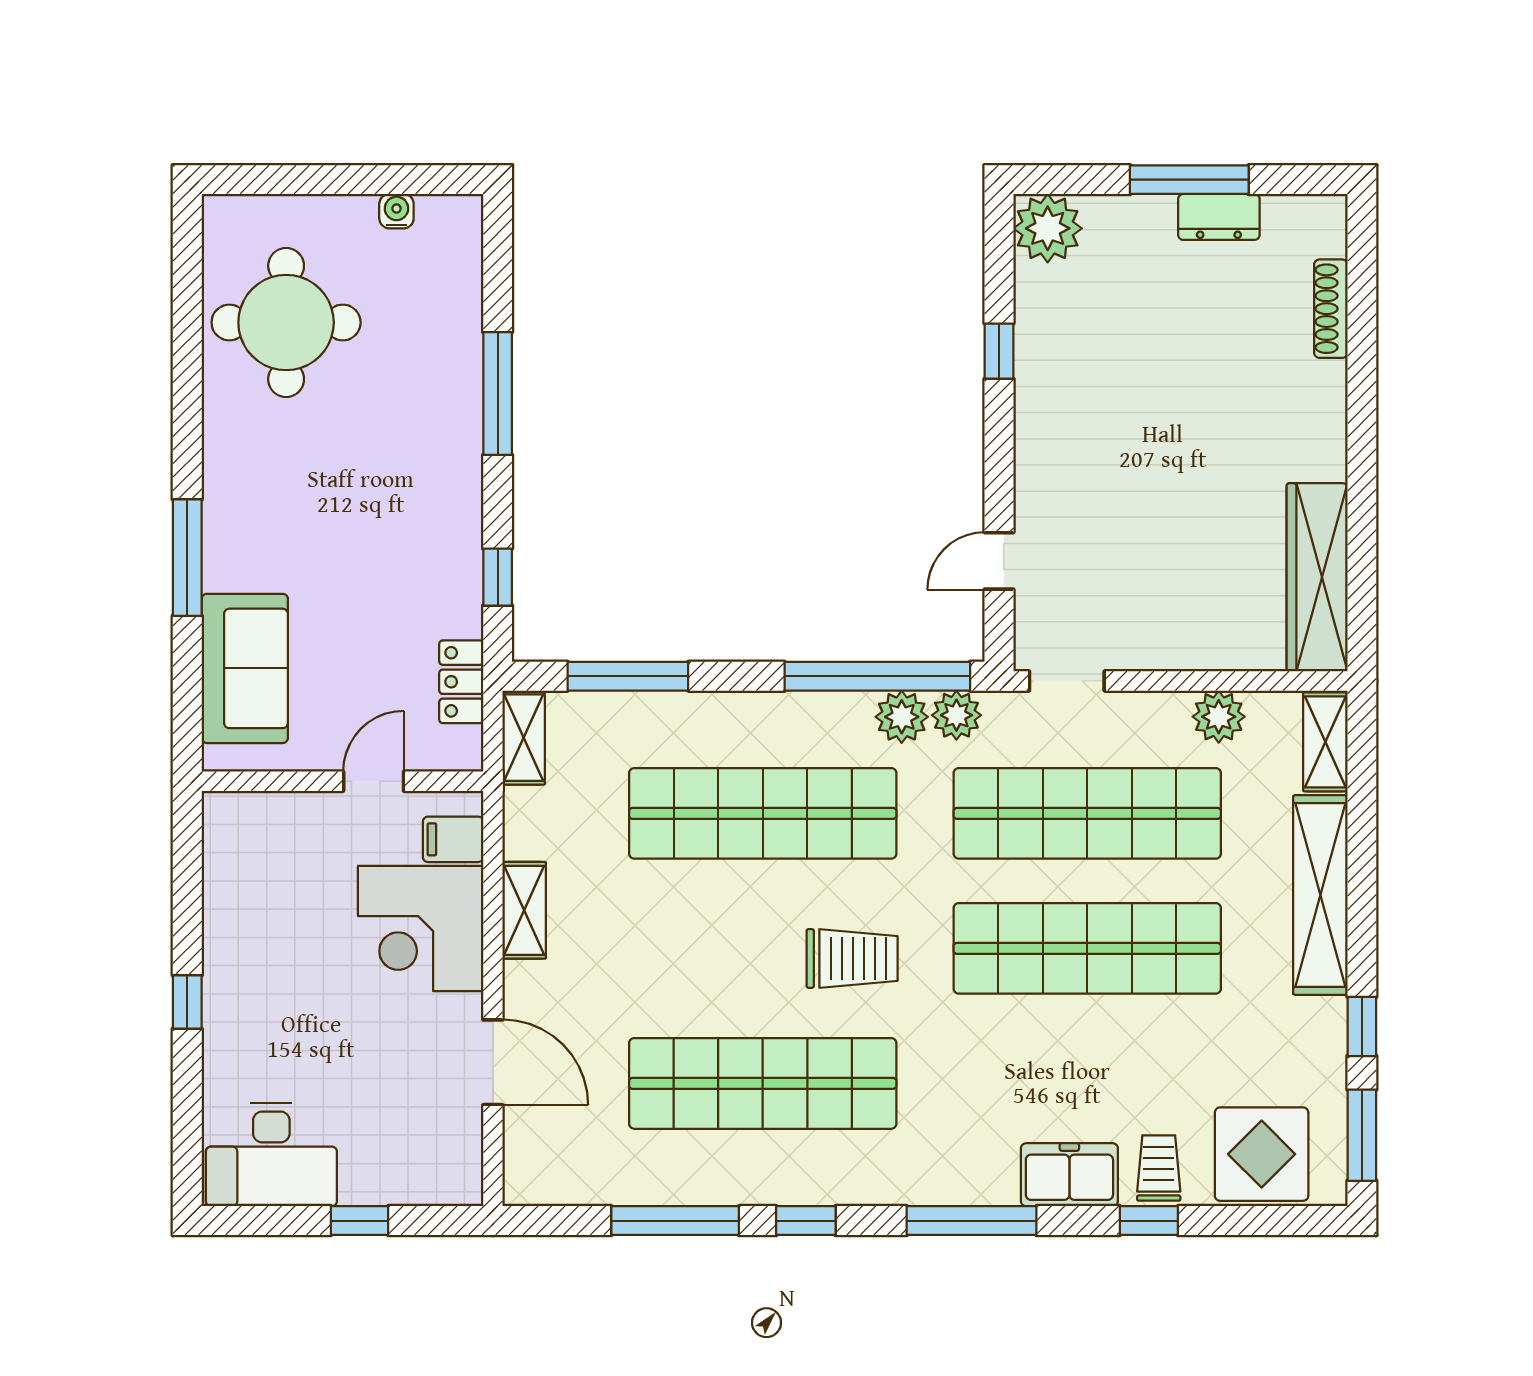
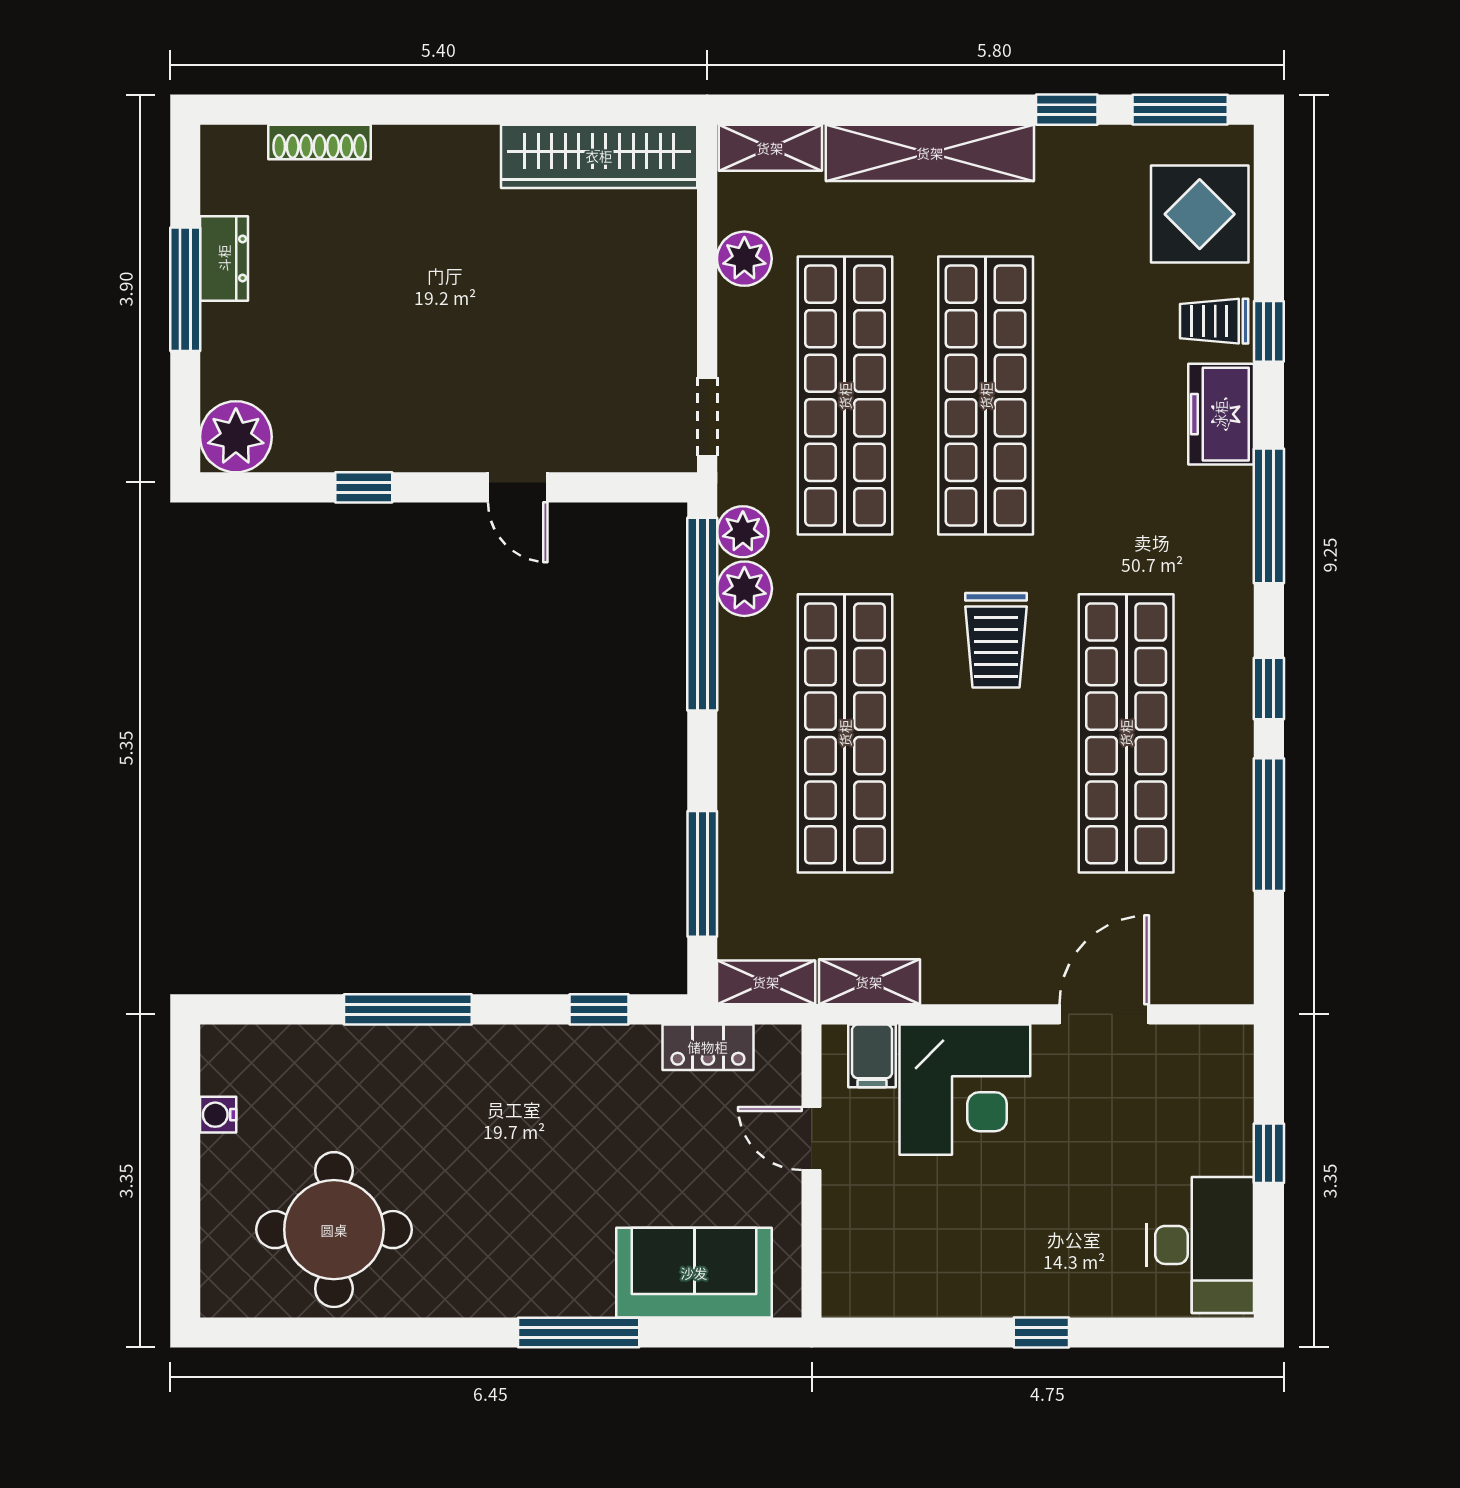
door: (999, 561) -> (518, 487), moved
shelving: (524, 910) -> (869, 982), moved
trolley: (852, 958) -> (996, 640), turned 180

